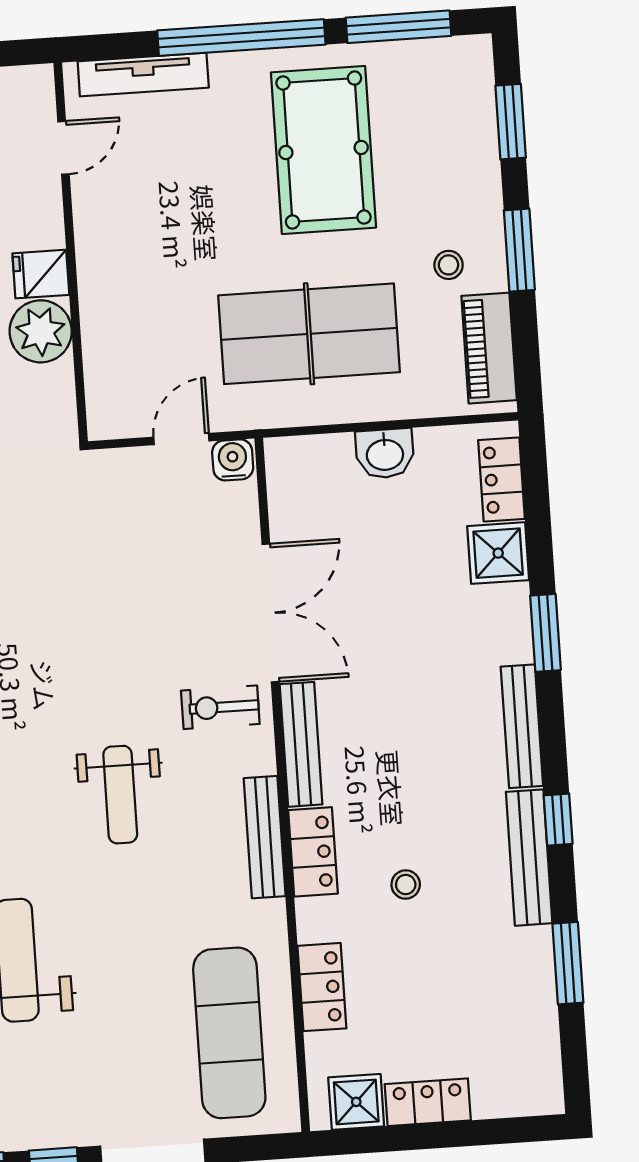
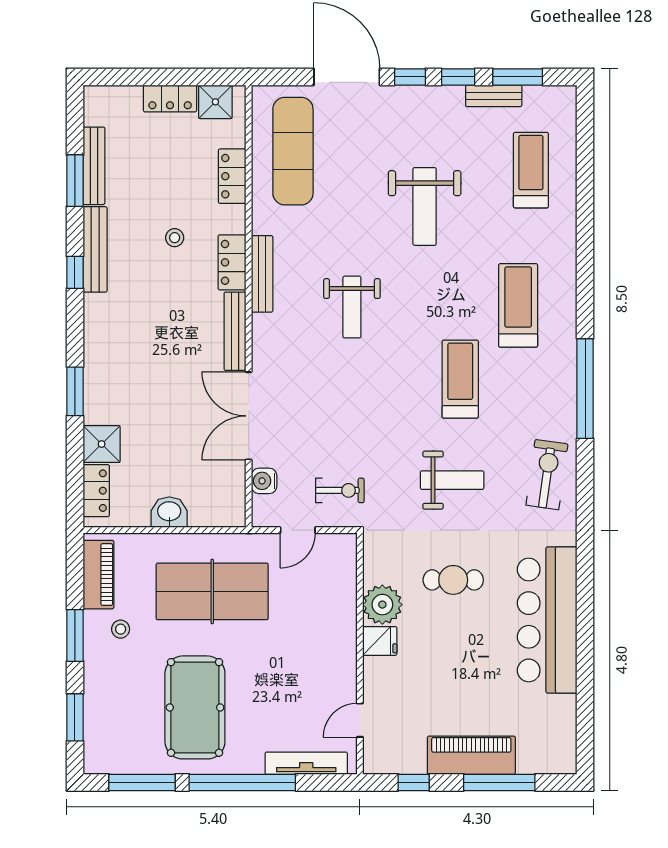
water cooler: (233, 460) -> (264, 481), moved, turned 90
exercise bike: (220, 707) -> (340, 490), moved
bench: (522, 726) -> (94, 166), moved
weight bench: (120, 795) -> (352, 307), turned 180

